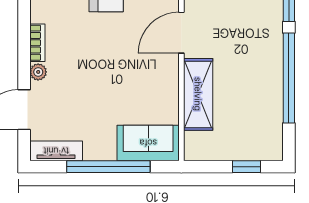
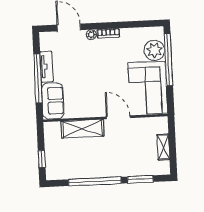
tv unit: (56, 151) -> (47, 67), moved

